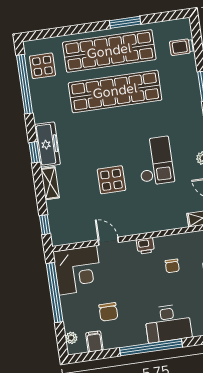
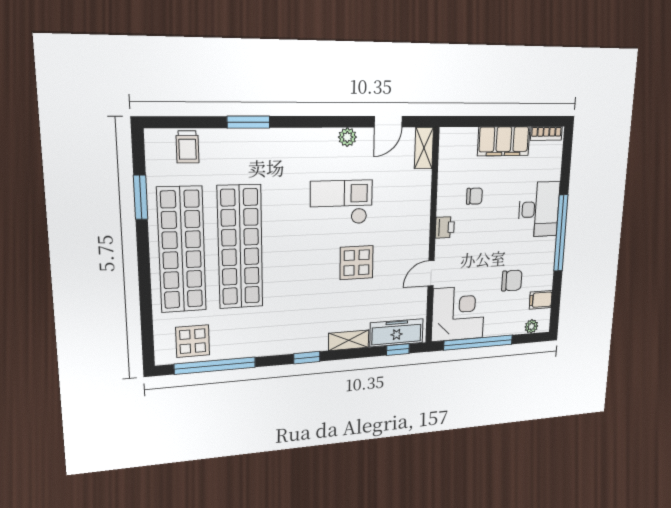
window: (125, 22) -> (141, 197), moved
freezer: (47, 144) -> (397, 333), moved

